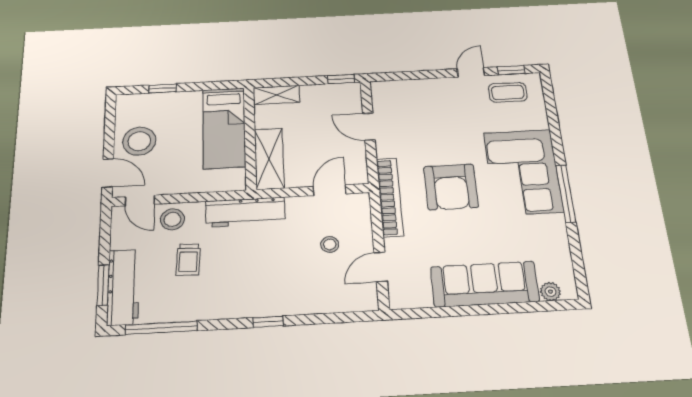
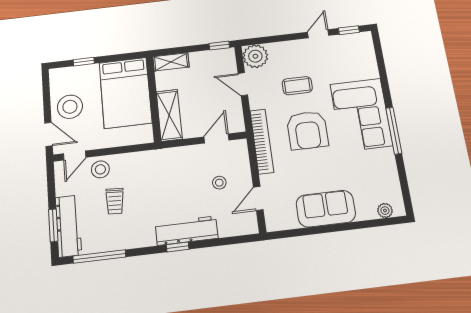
coffee table: (508, 92) -> (297, 86), moved
plant: (387, 94) -> (255, 56), added
bed: (224, 128) -> (125, 93), width x1.50
door: (140, 200) -> (75, 155), hinge flipped
workbench: (245, 212) -> (187, 231), moved, turned 180
sofa: (485, 284) -> (326, 209), width x0.73

